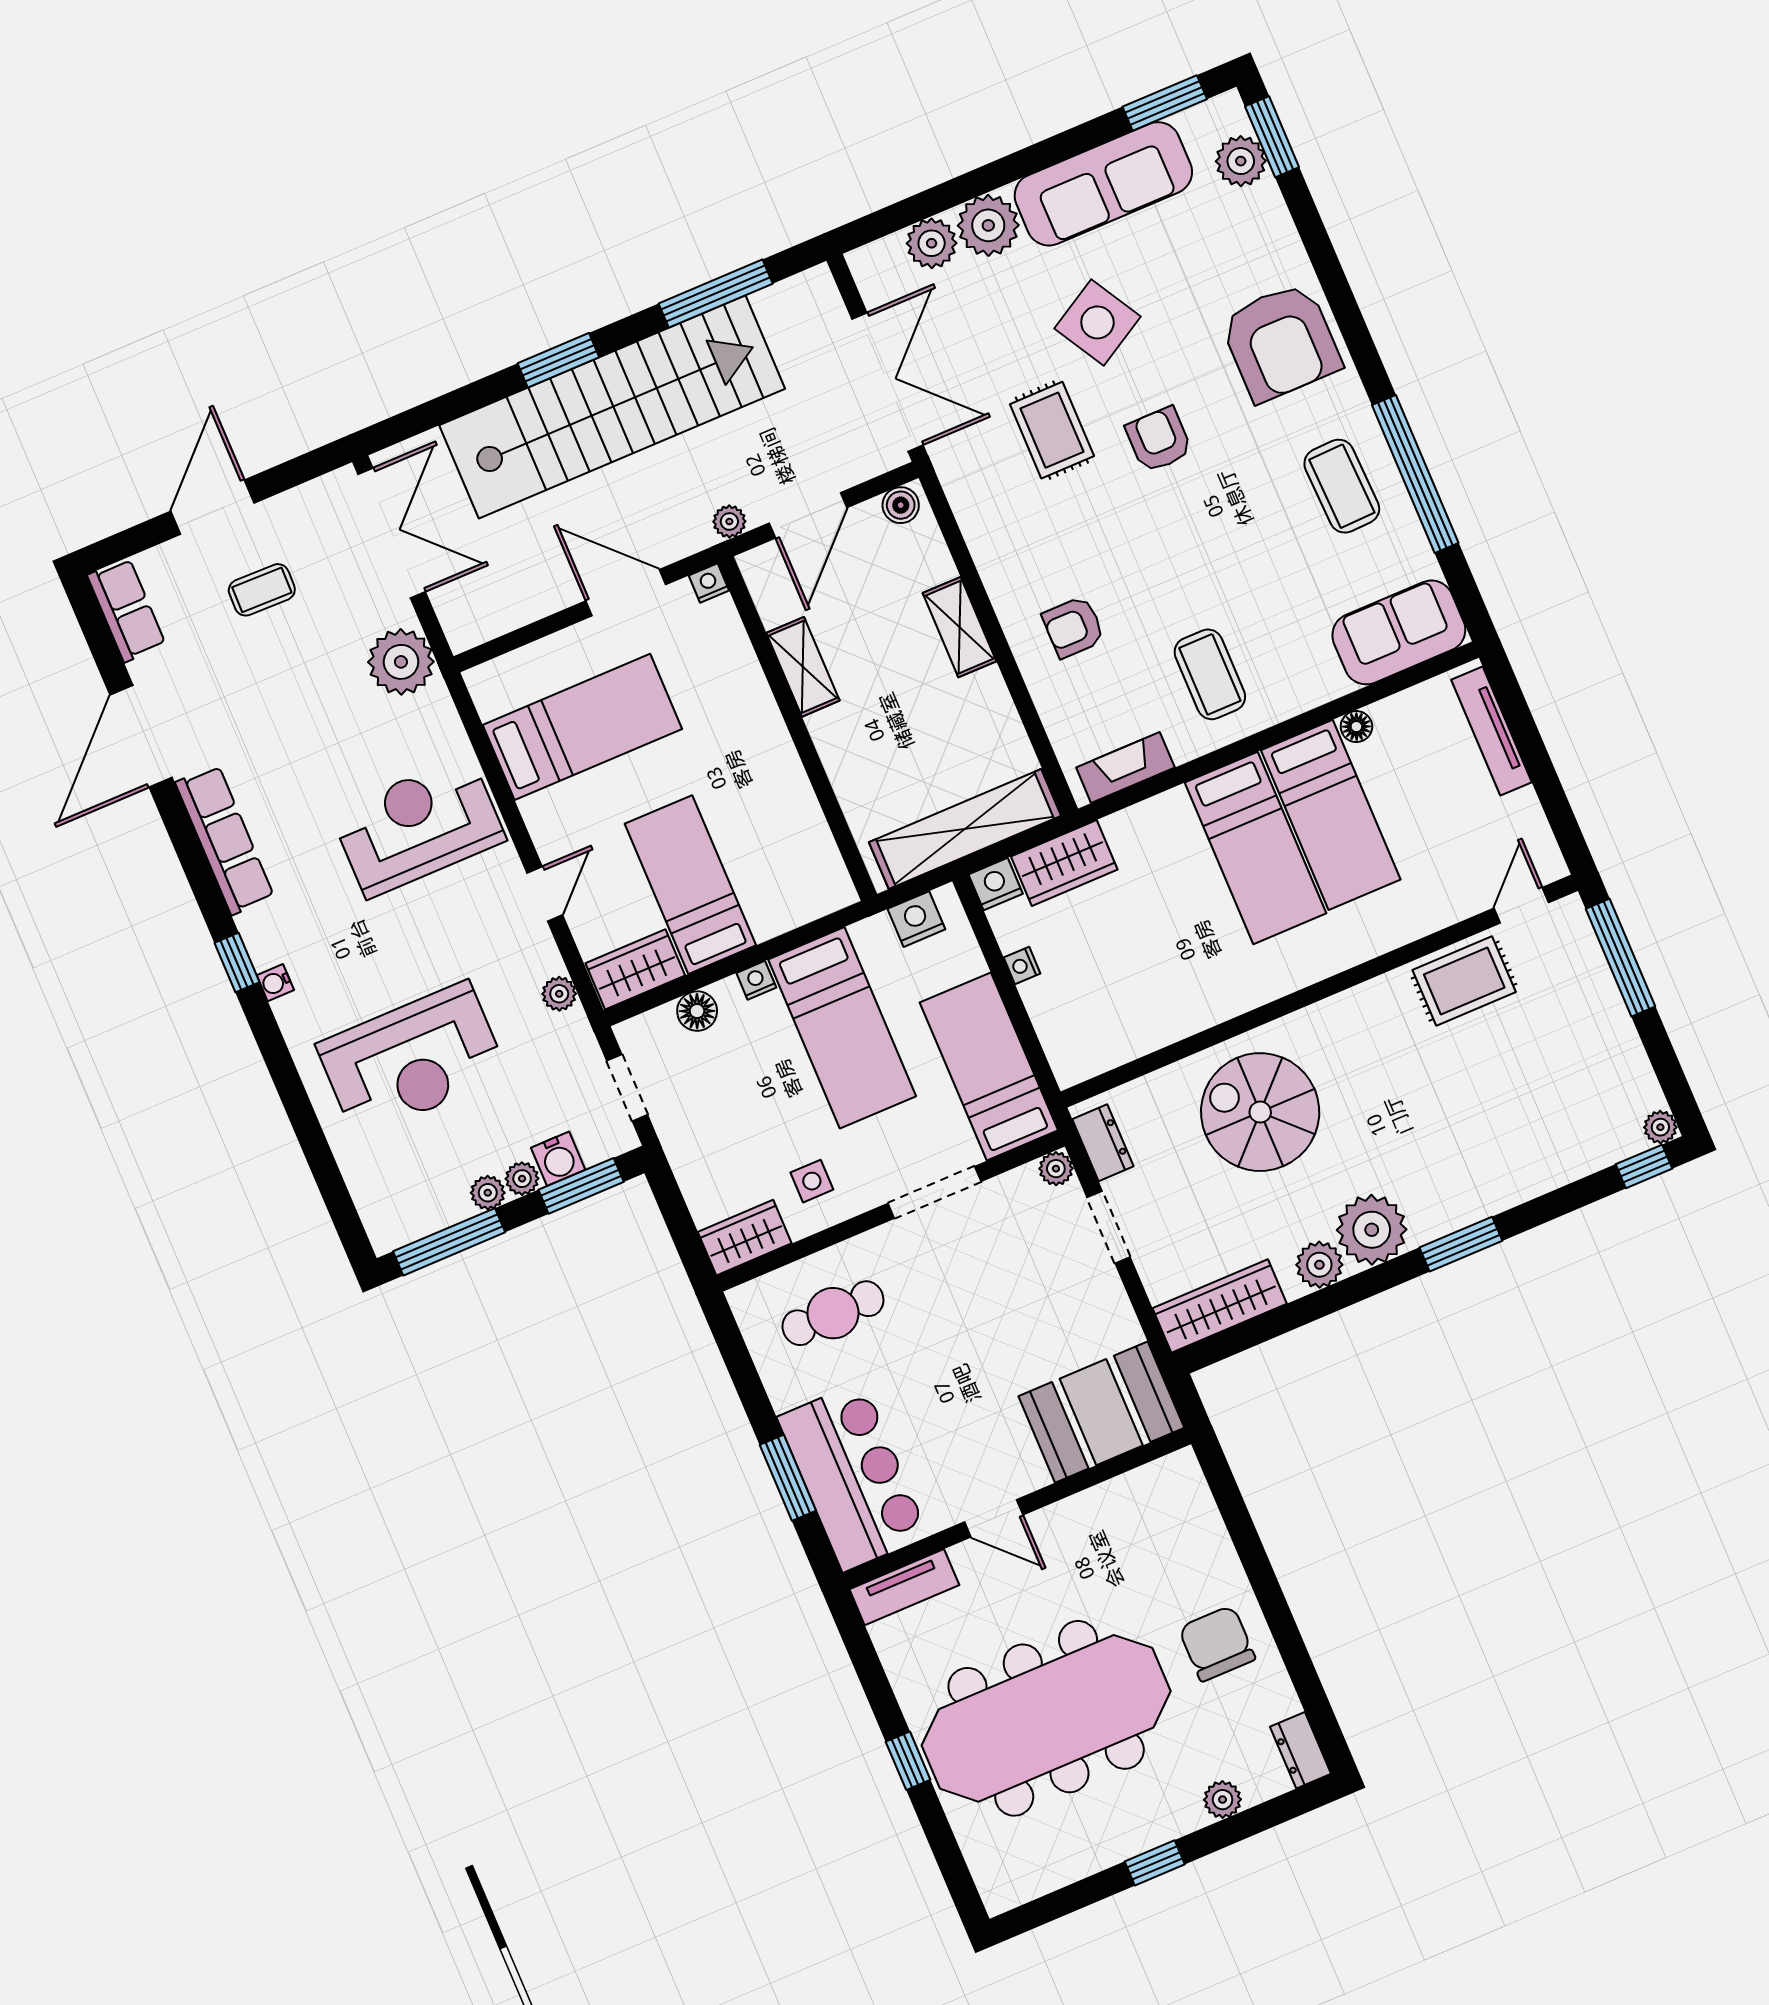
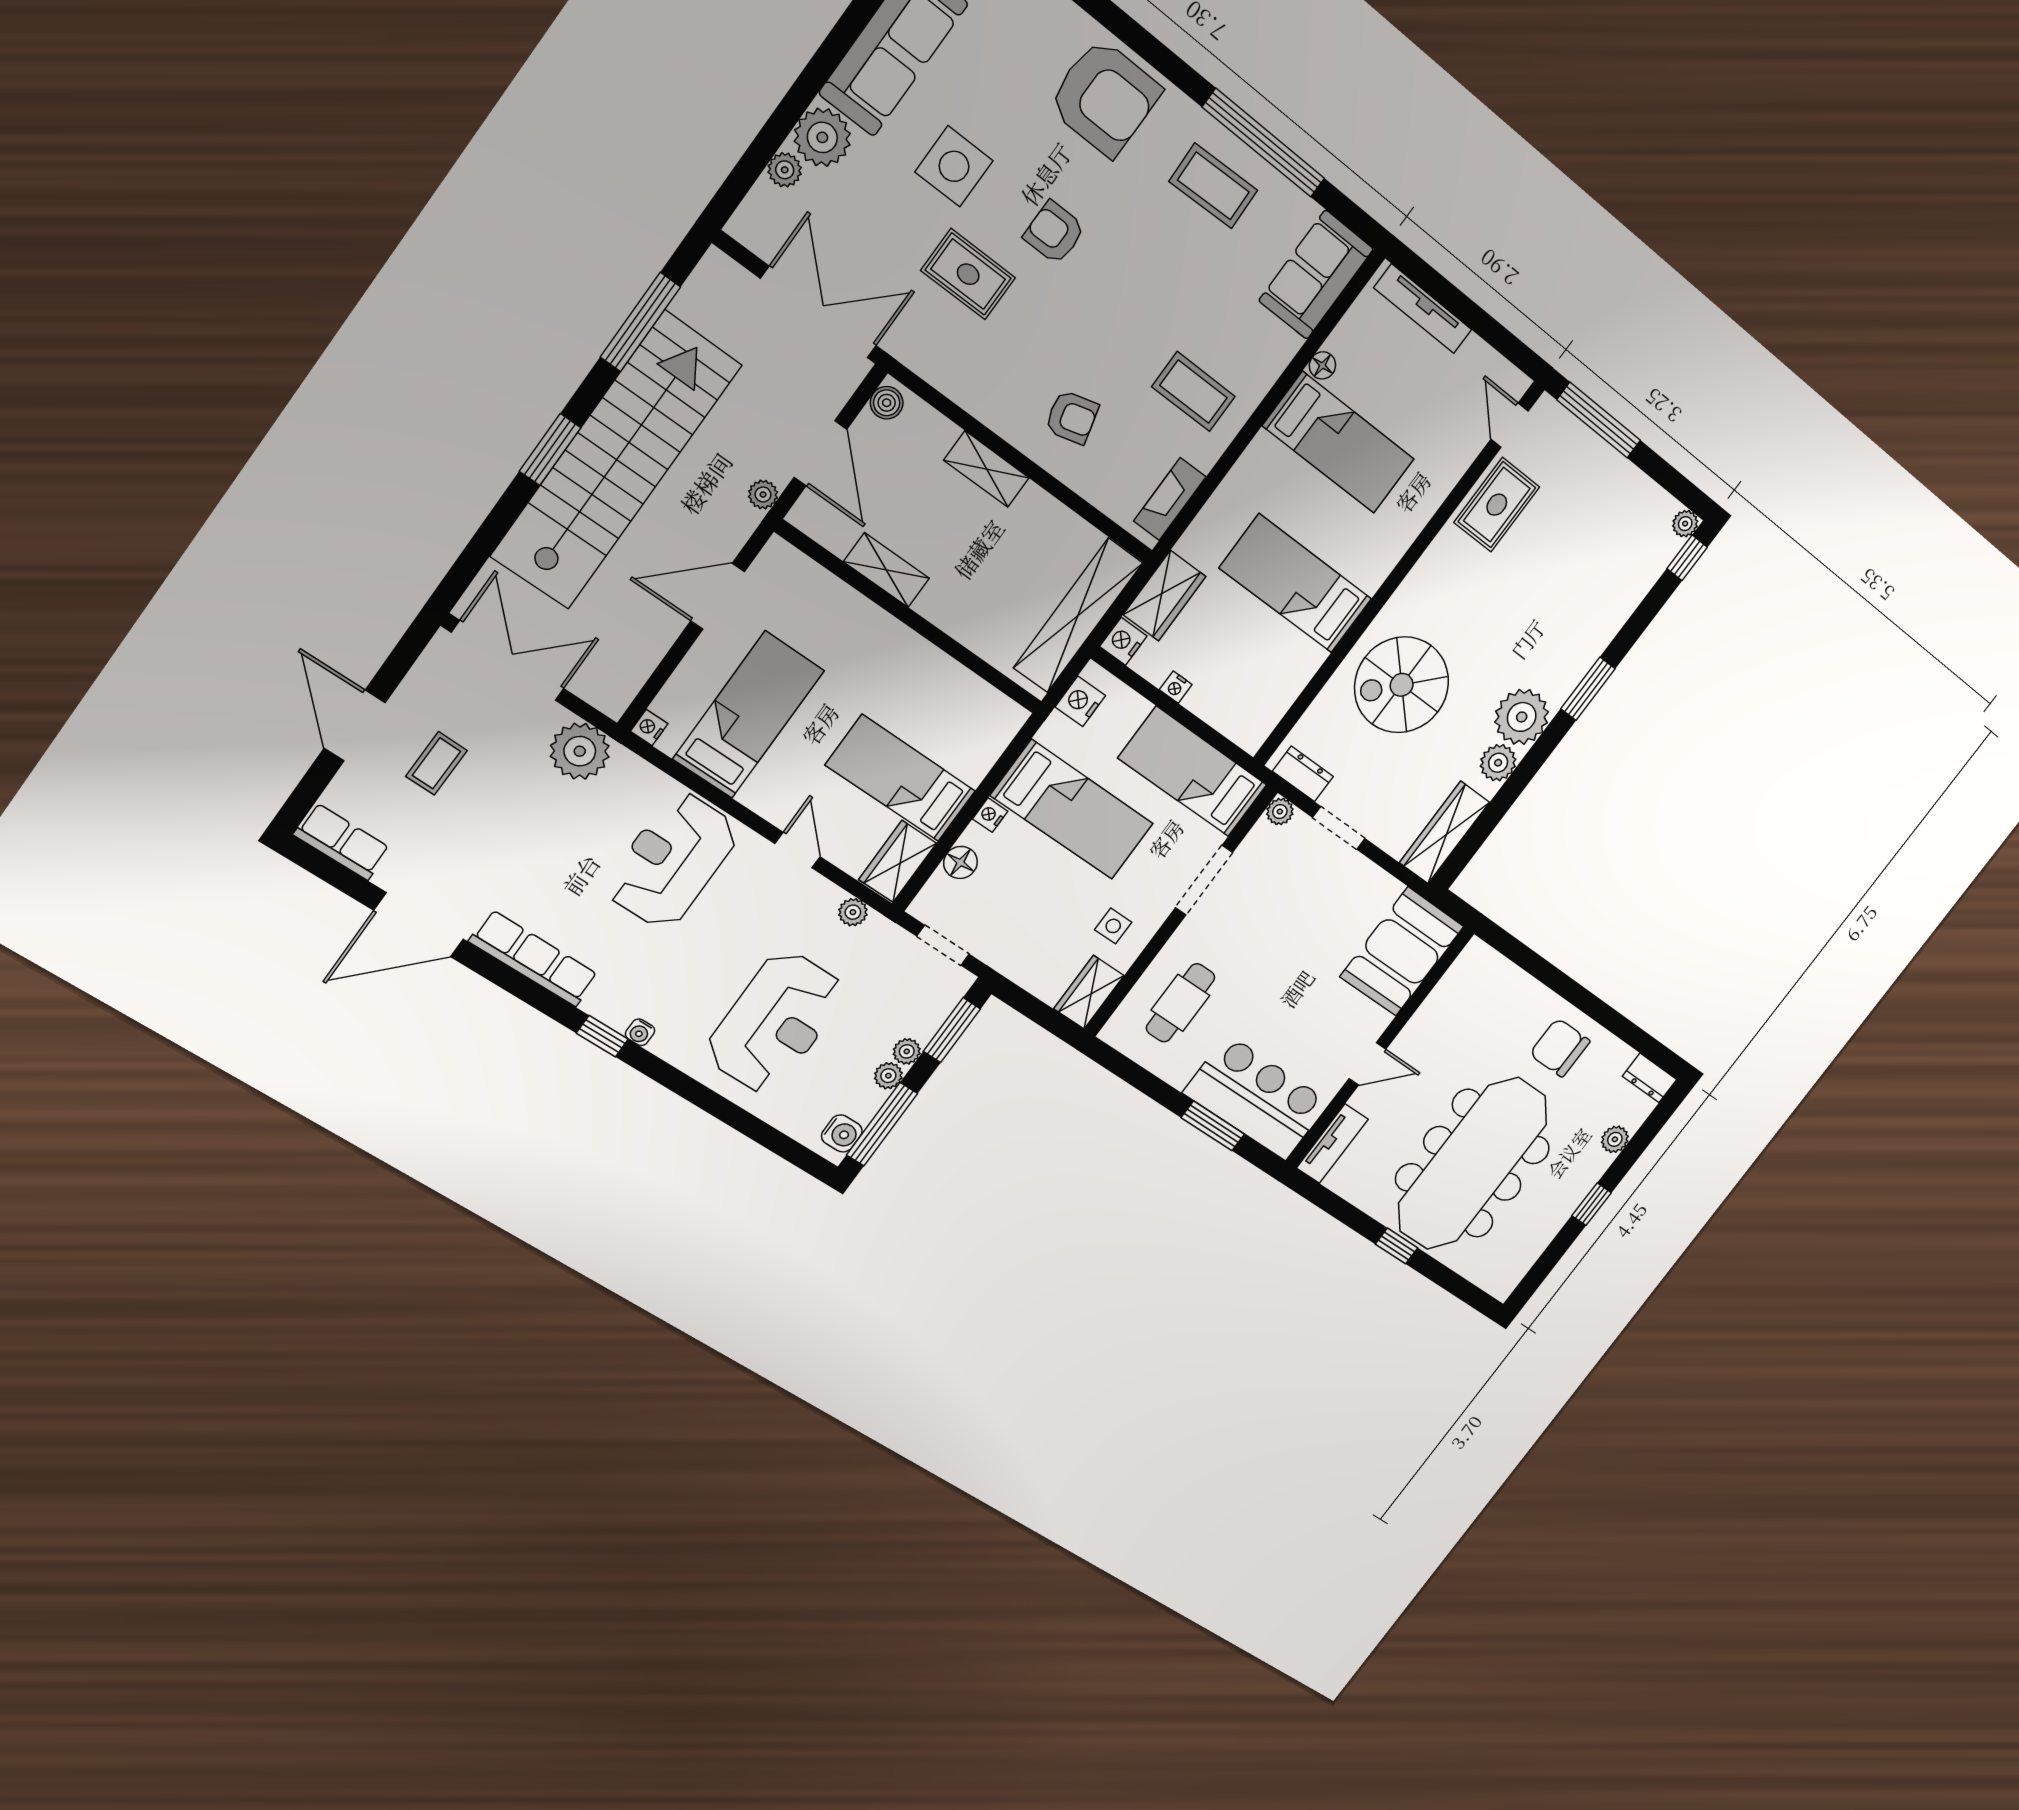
plant: (932, 243) -> (785, 170), width x0.73, depth x0.73
side table: (1097, 322) -> (954, 166), turned 30
nightstand: (709, 583) -> (649, 728), moved
armchair: (1073, 627) -> (1072, 417), turned -105
door: (141, 736) -> (419, 925), hinge flipped
bed: (1255, 848) -> (1296, 584), moved, turned 180
water cooler: (558, 1159) -> (842, 1133), moved

